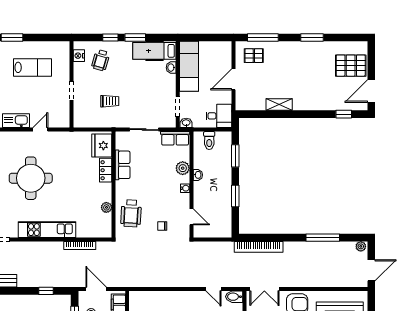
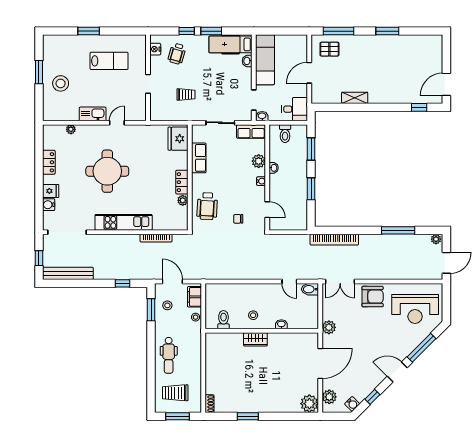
pallet: (351, 66) -> (426, 59), removed
locker: (106, 170) -> (182, 182), moved

